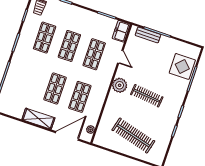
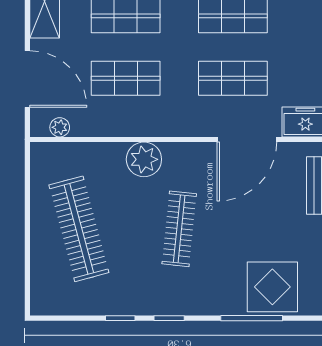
door: (120, 57) -> (247, 139), width x1.87
plant: (120, 85) -> (144, 159), moved
clothes rail: (133, 136) -> (79, 229), turned -30

